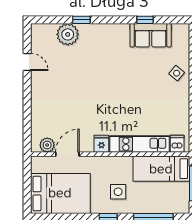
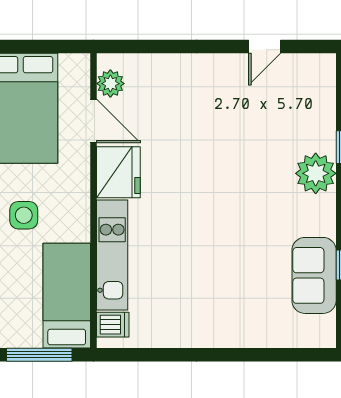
plant: (68, 34) -> (316, 173), moved
side table: (177, 73) -> (244, 324), removed
fridge: (101, 144) -> (118, 172), width x1.88, depth x1.34

